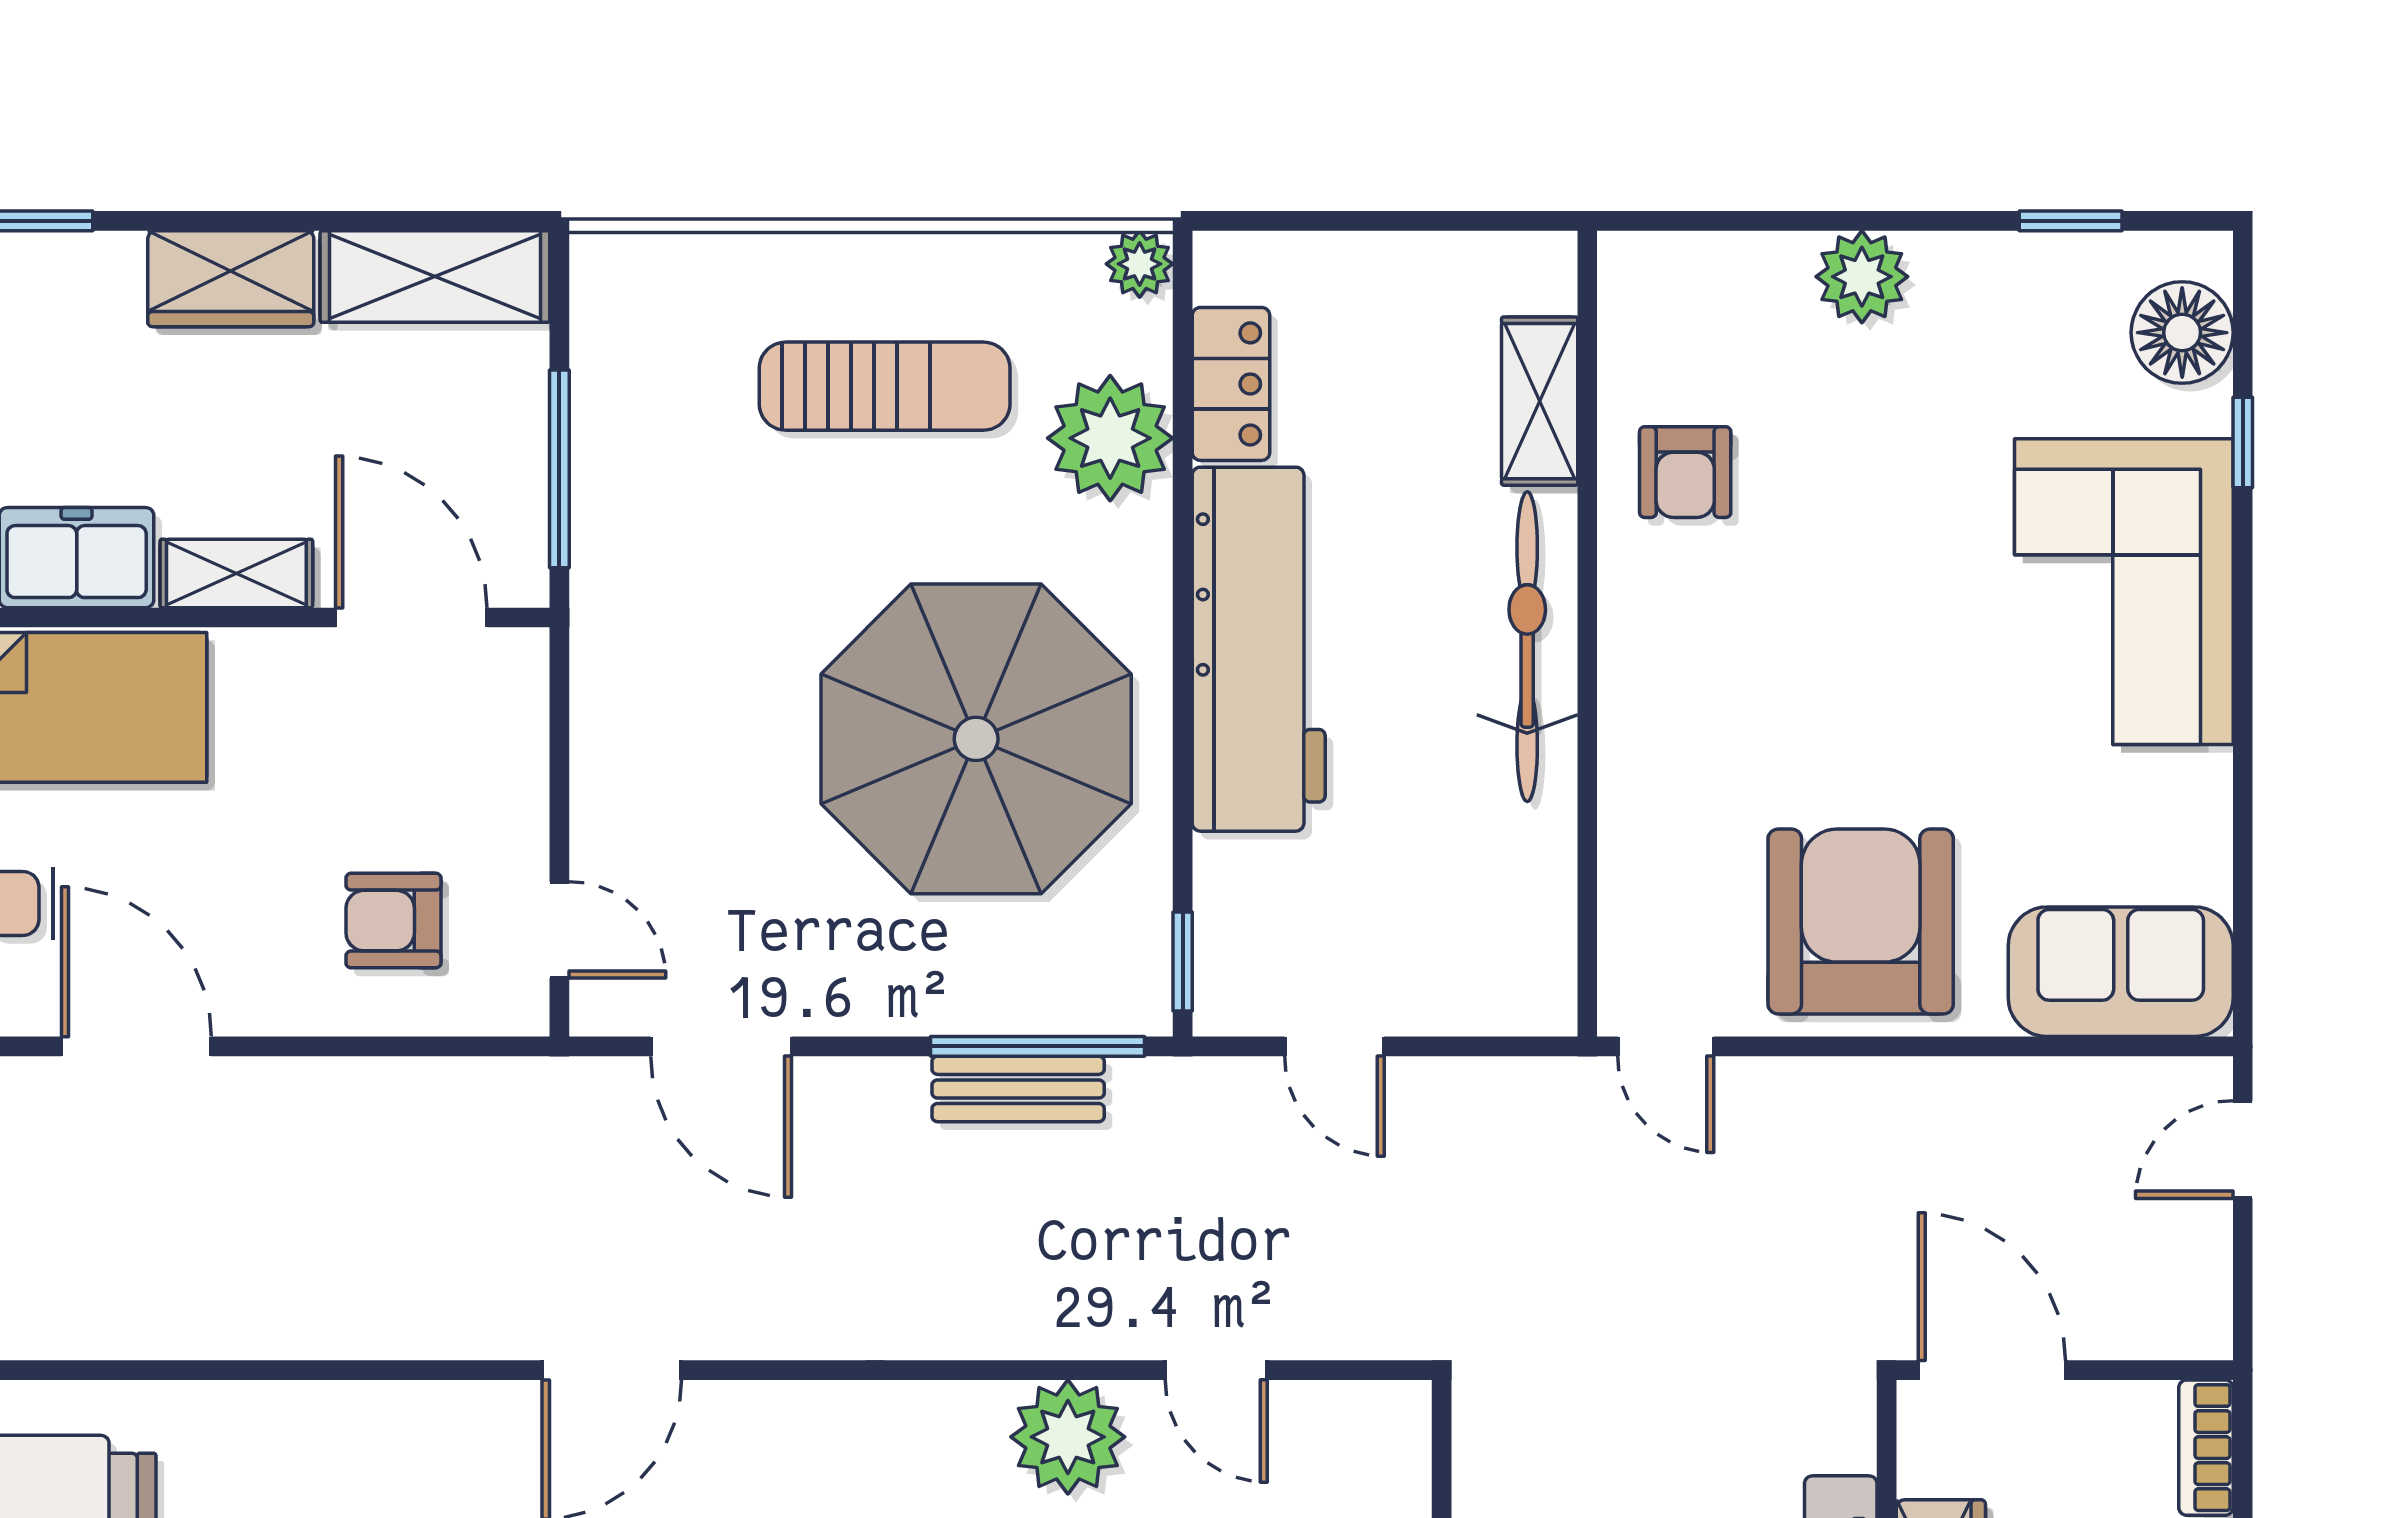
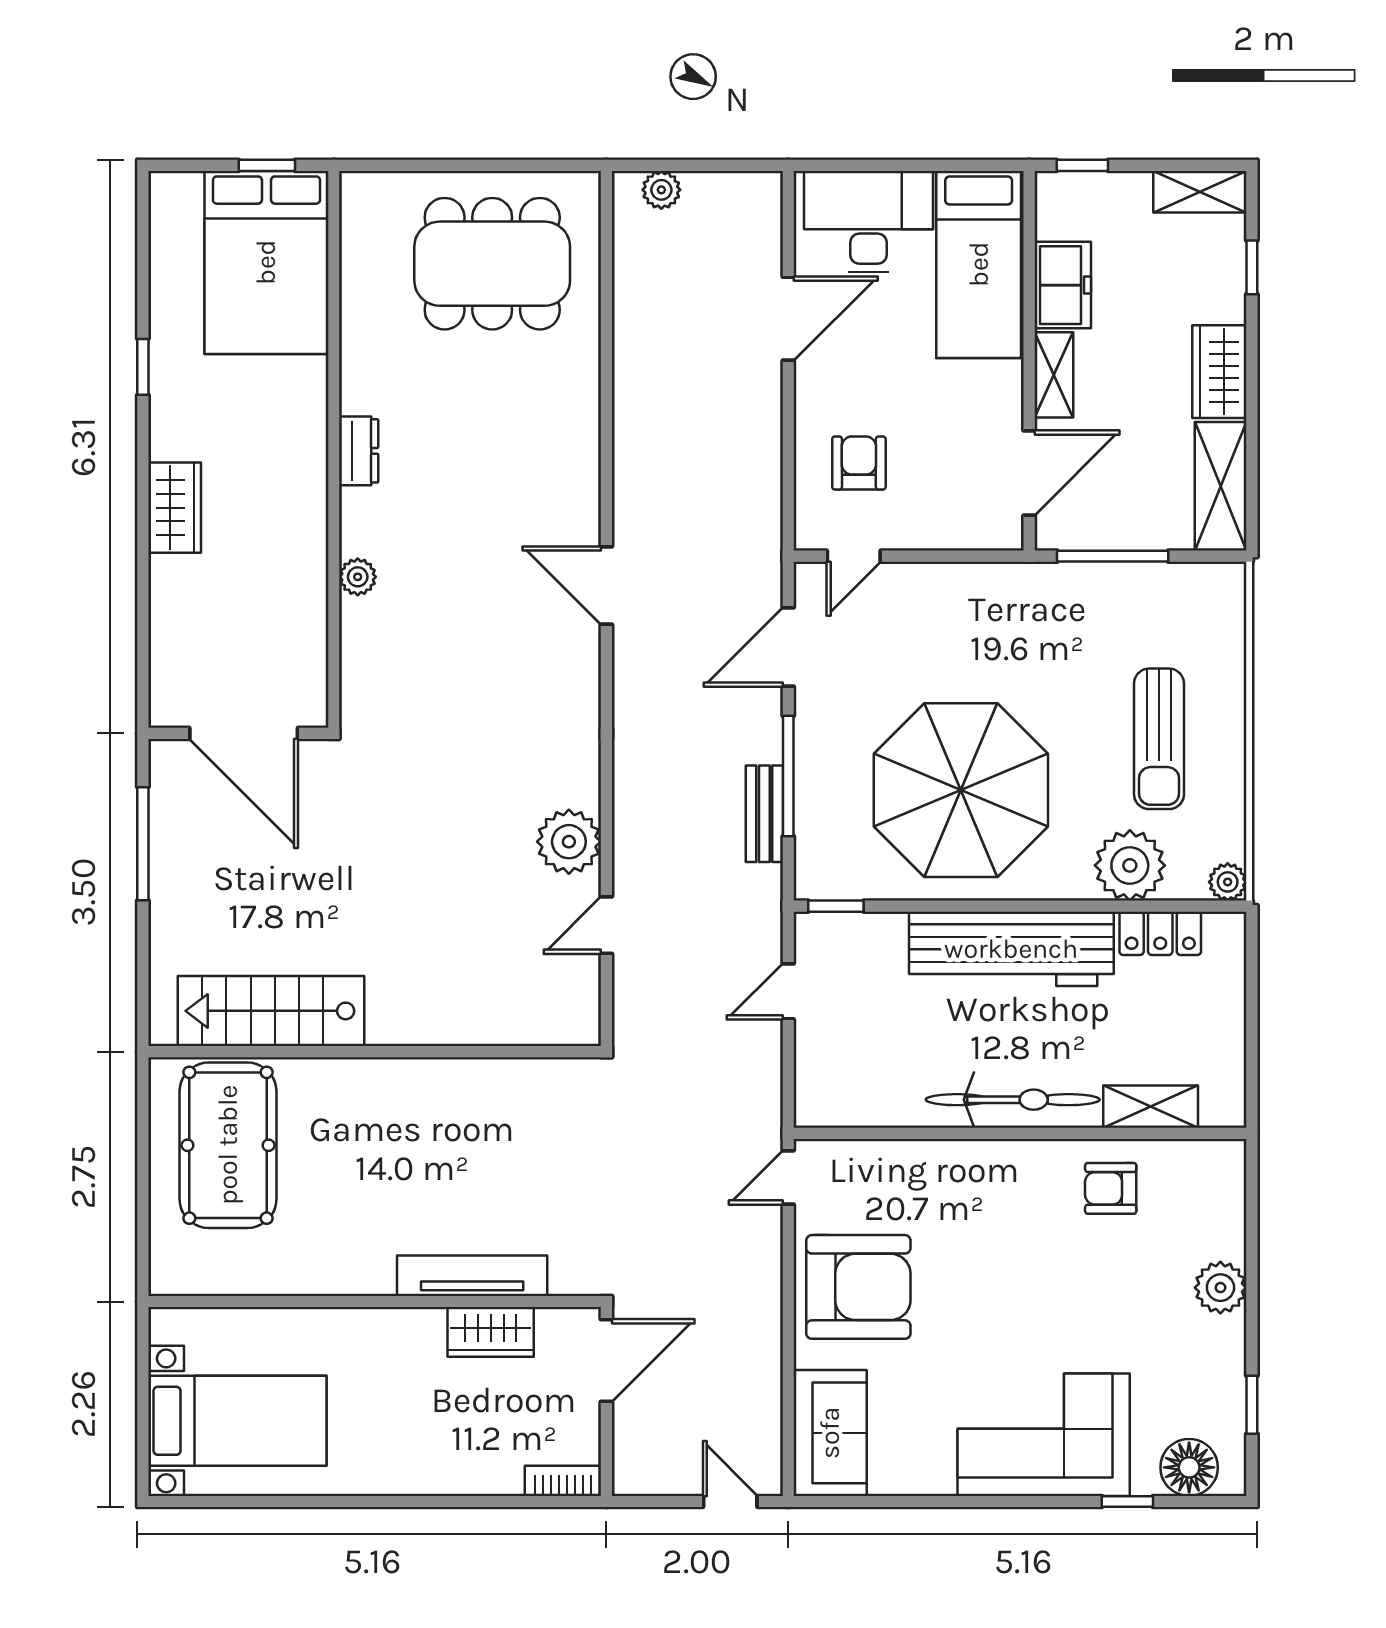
window: (1037, 1046) -> (788, 776), moved

